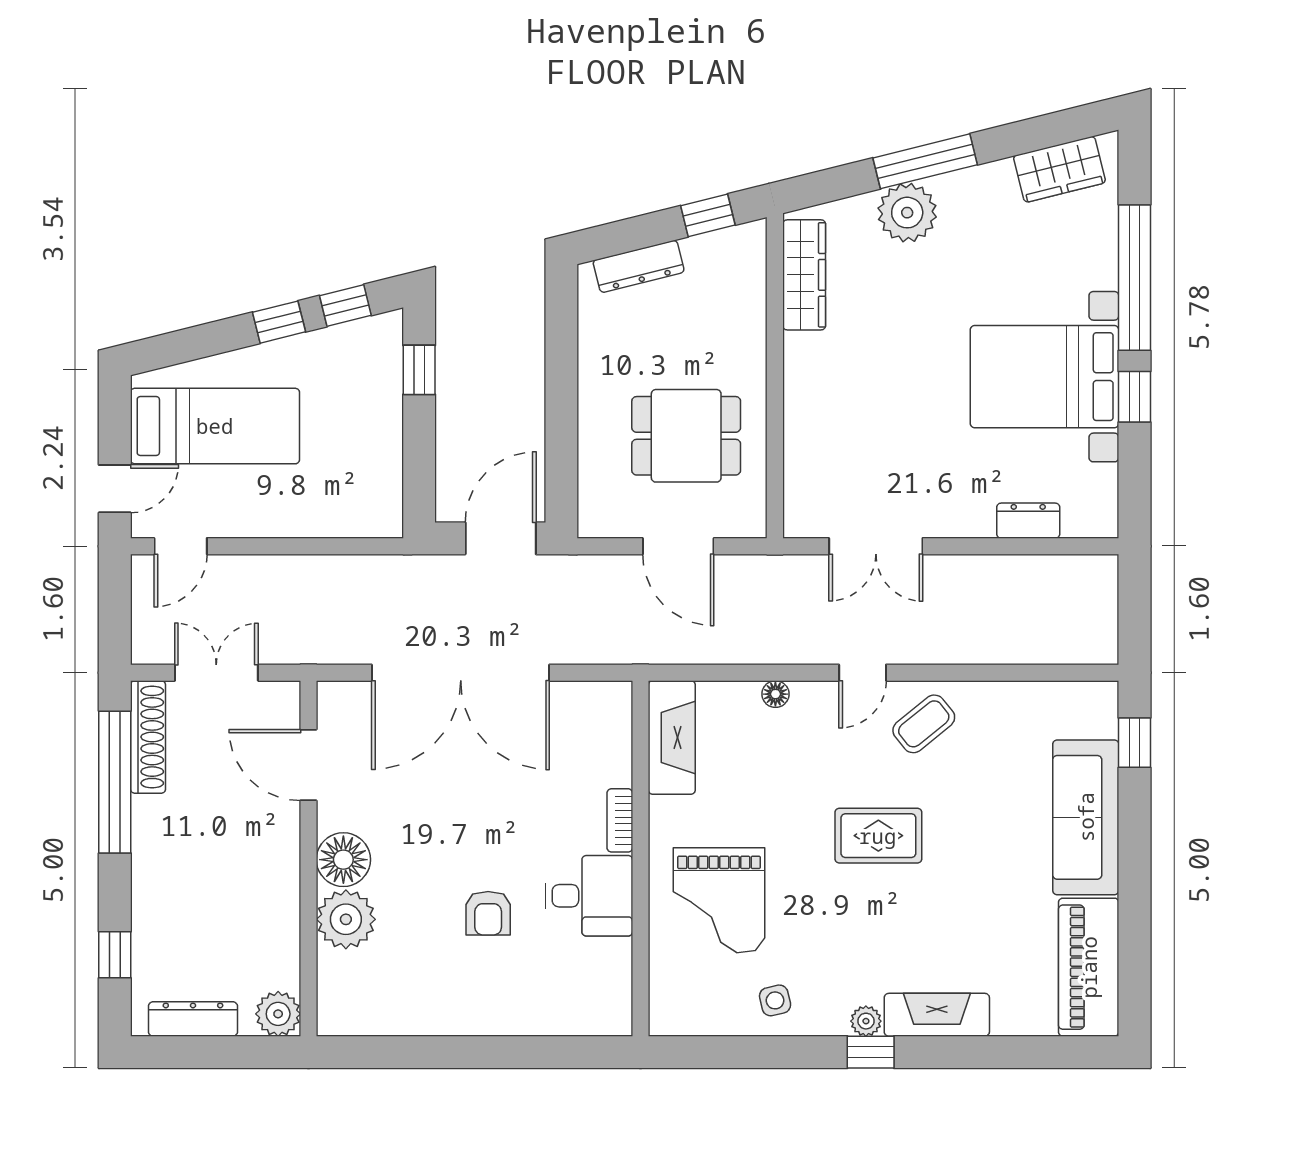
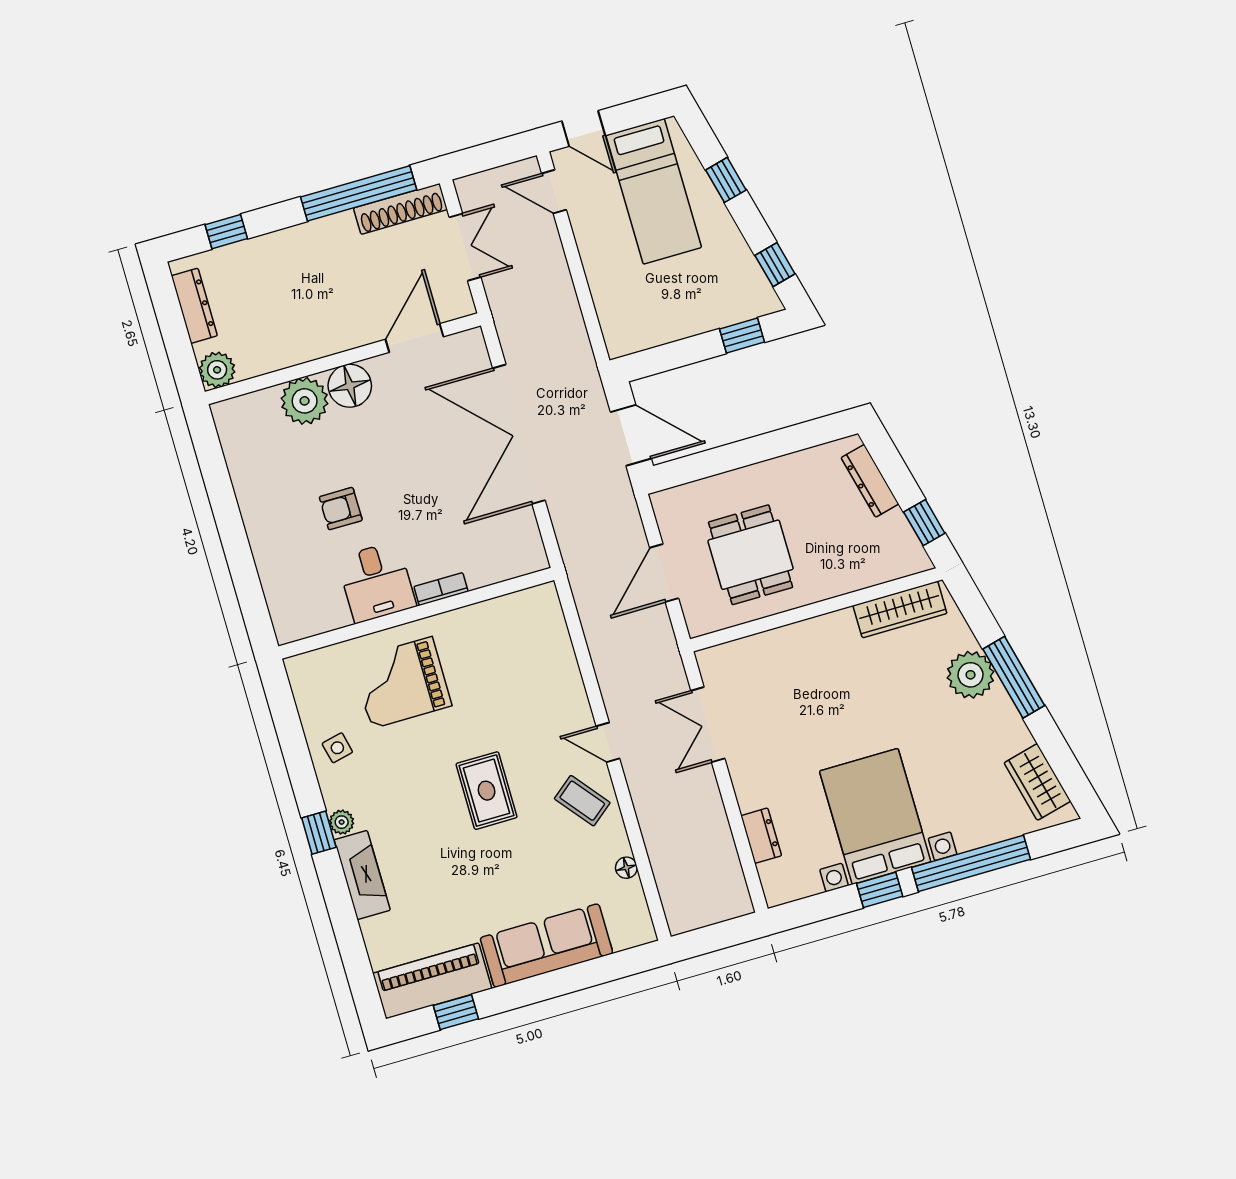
window: (279, 322) -> (726, 180), moved
floor lamp: (775, 694) -> (626, 868), moved
fireplace: (672, 737) -> (516, 610), removed
window: (1135, 743) -> (456, 1012), moved

